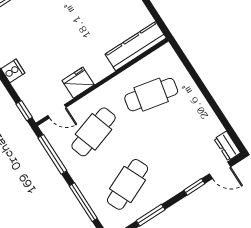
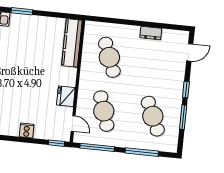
cafe table: (151, 95) -> (109, 57), turned -33
door: (57, 111) -> (73, 123), hinge flipped
dresser: (227, 146) -> (151, 33), moved
window: (194, 187) -> (186, 90), moved

